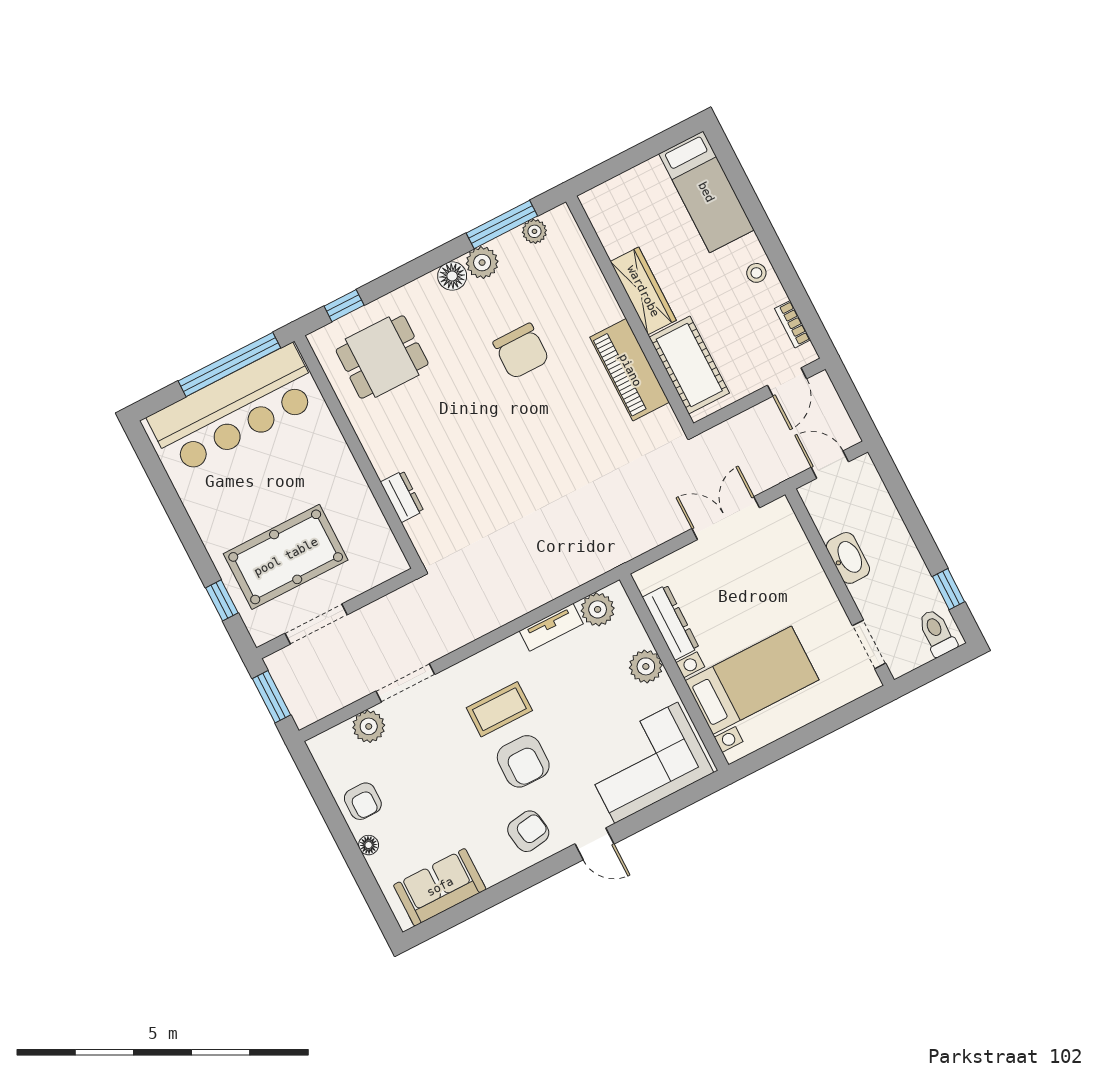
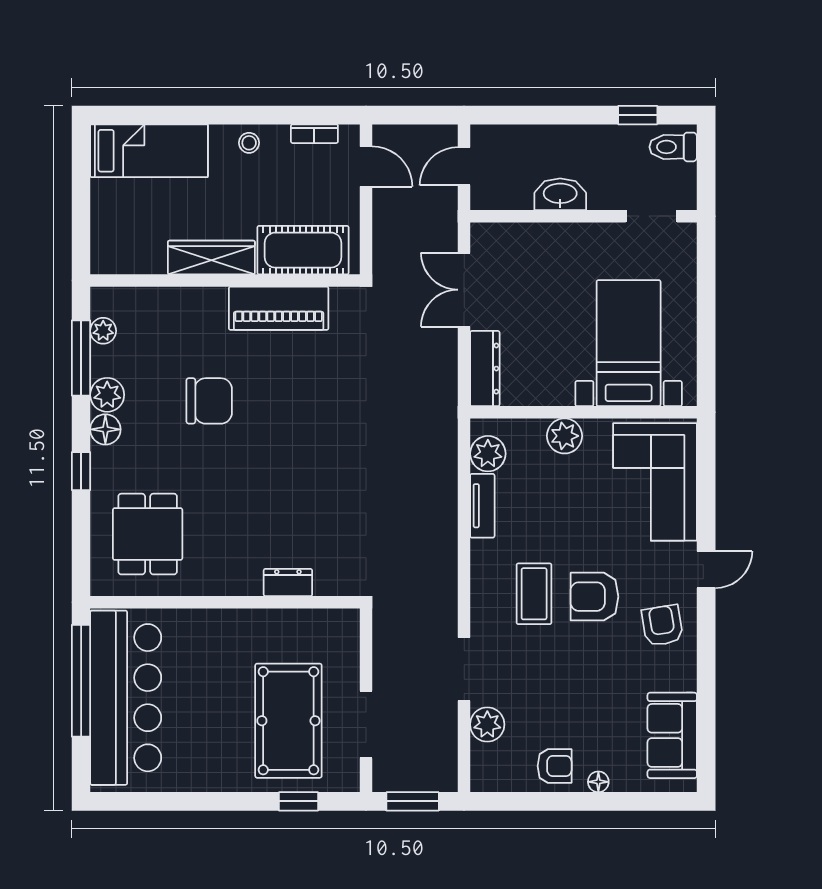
window: (344, 306) -> (81, 471), moved
dresser: (671, 622) -> (485, 369), moved, turned 90
armchair: (523, 761) -> (594, 597), turned 180

